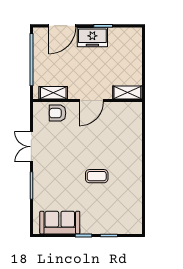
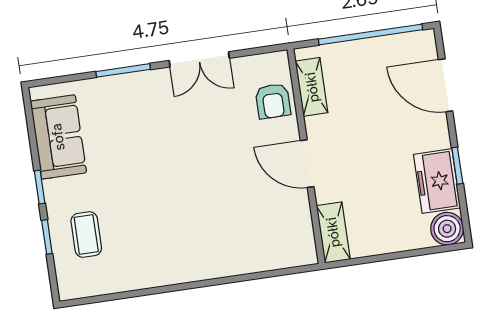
boiler: (134, 36) -> (447, 229), added
freezer: (92, 37) -> (437, 181), moved
armchair: (58, 113) -> (273, 101), turned 180
double door: (31, 147) -> (199, 59), swing flipped
coffee table: (97, 176) -> (86, 235), moved

